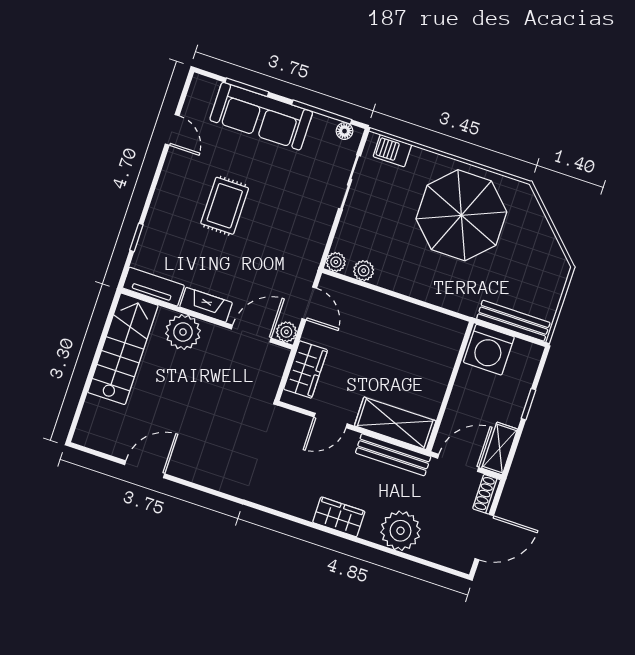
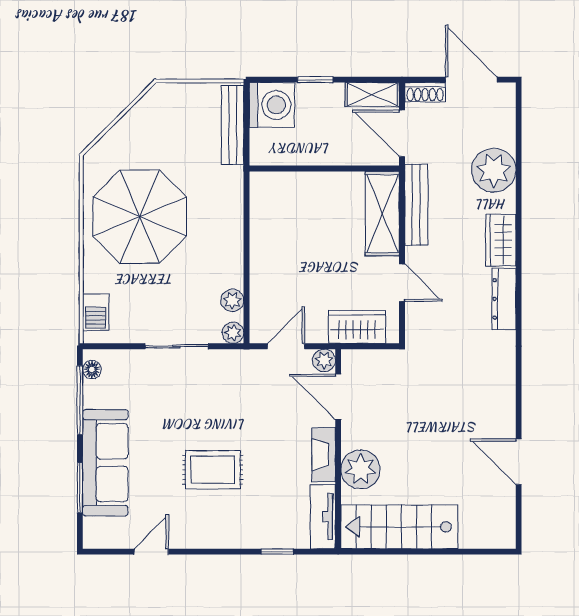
sliding door: (350, 182) -> (177, 346), moved
washing machine: (489, 350) -> (272, 105), moved
dresser: (288, 503) -> (504, 299), added

